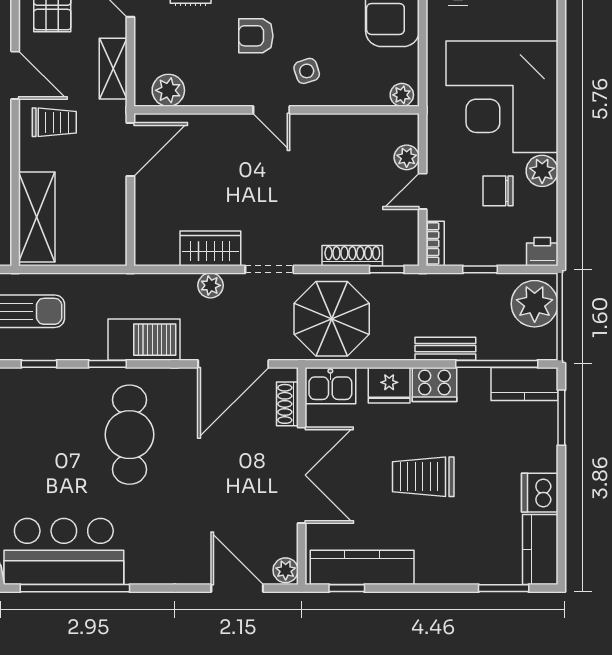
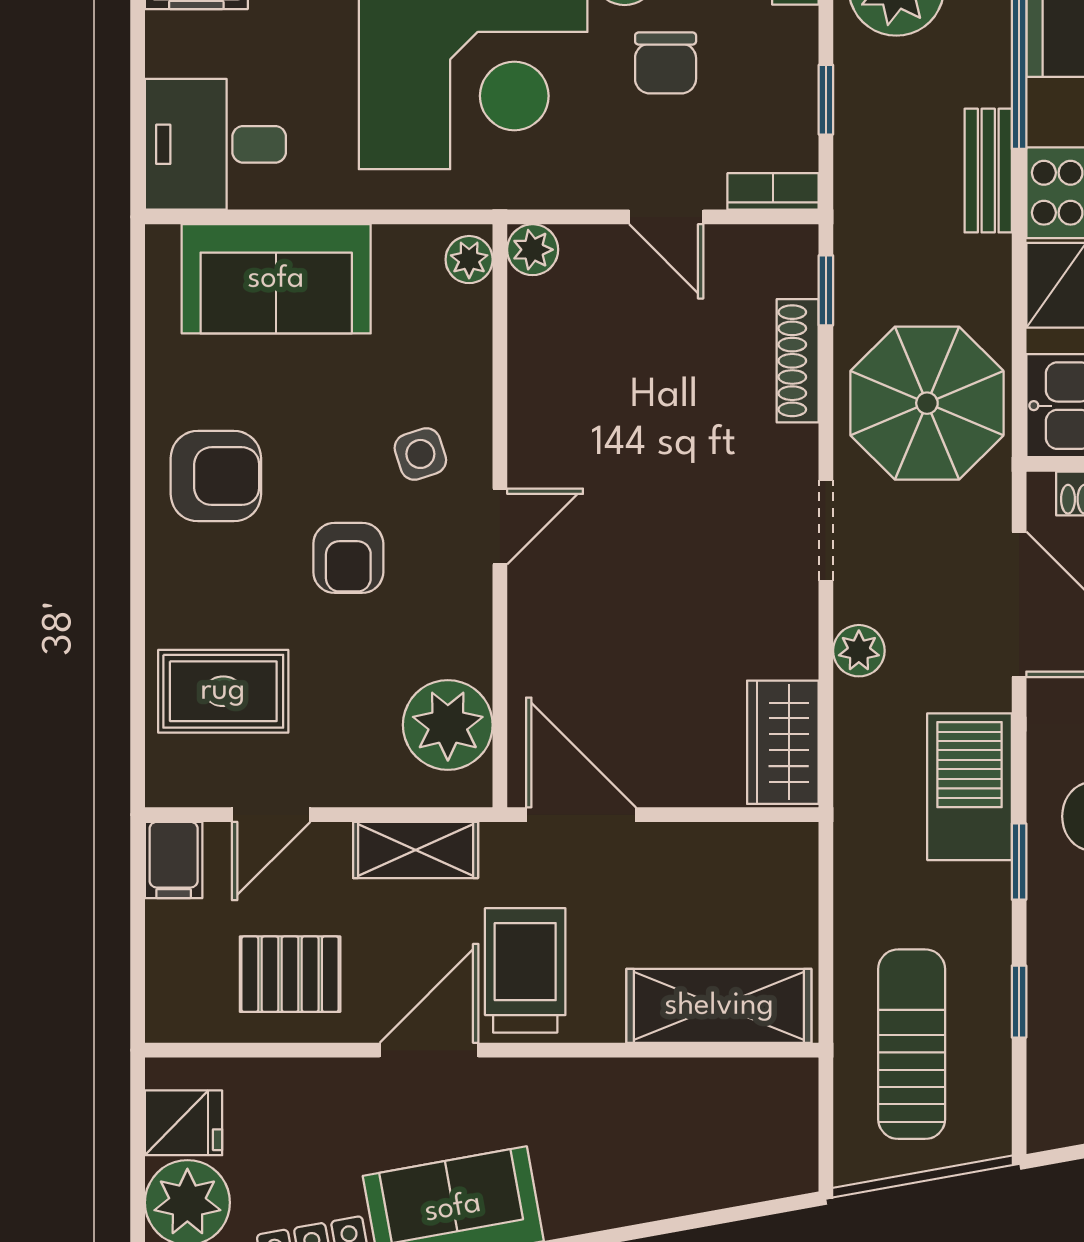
plant: (168, 90) -> (448, 725), width x1.36, depth x1.36
trolley: (54, 122) -> (525, 970), width x1.36, depth x1.39
plant: (407, 157) -> (533, 250), moved
wardrobe: (210, 248) -> (783, 742), moved

